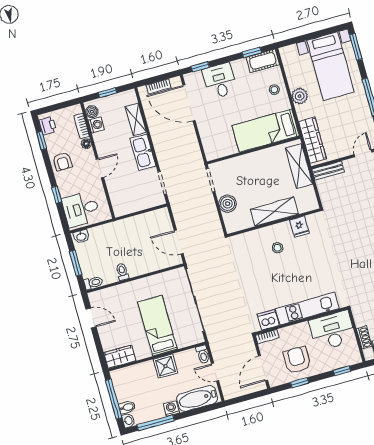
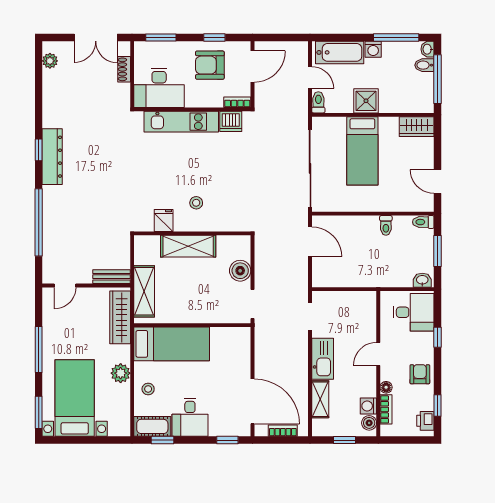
desk: (220, 81) -> (190, 417), moved
armchair: (297, 360) -> (210, 65), turned 90
window: (342, 371) -> (161, 38), width x1.50

